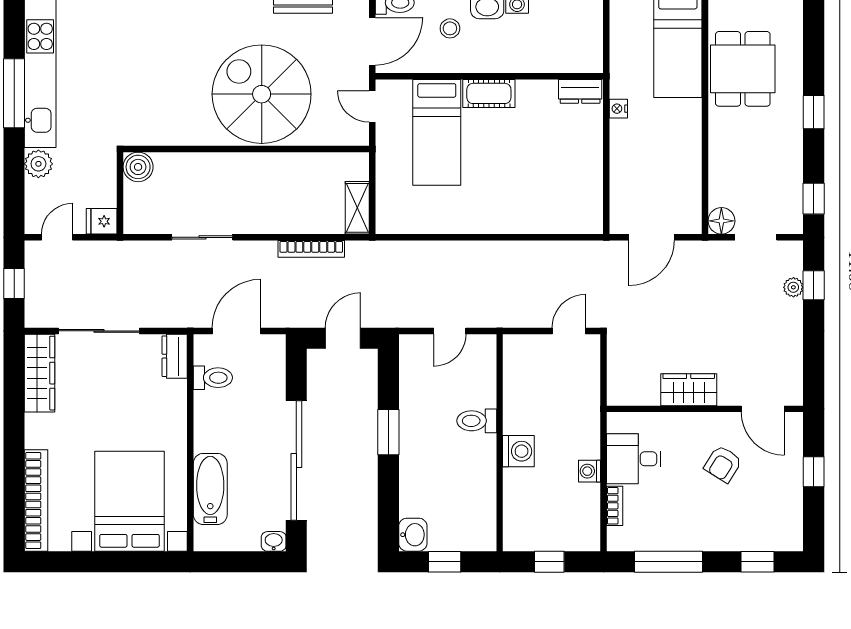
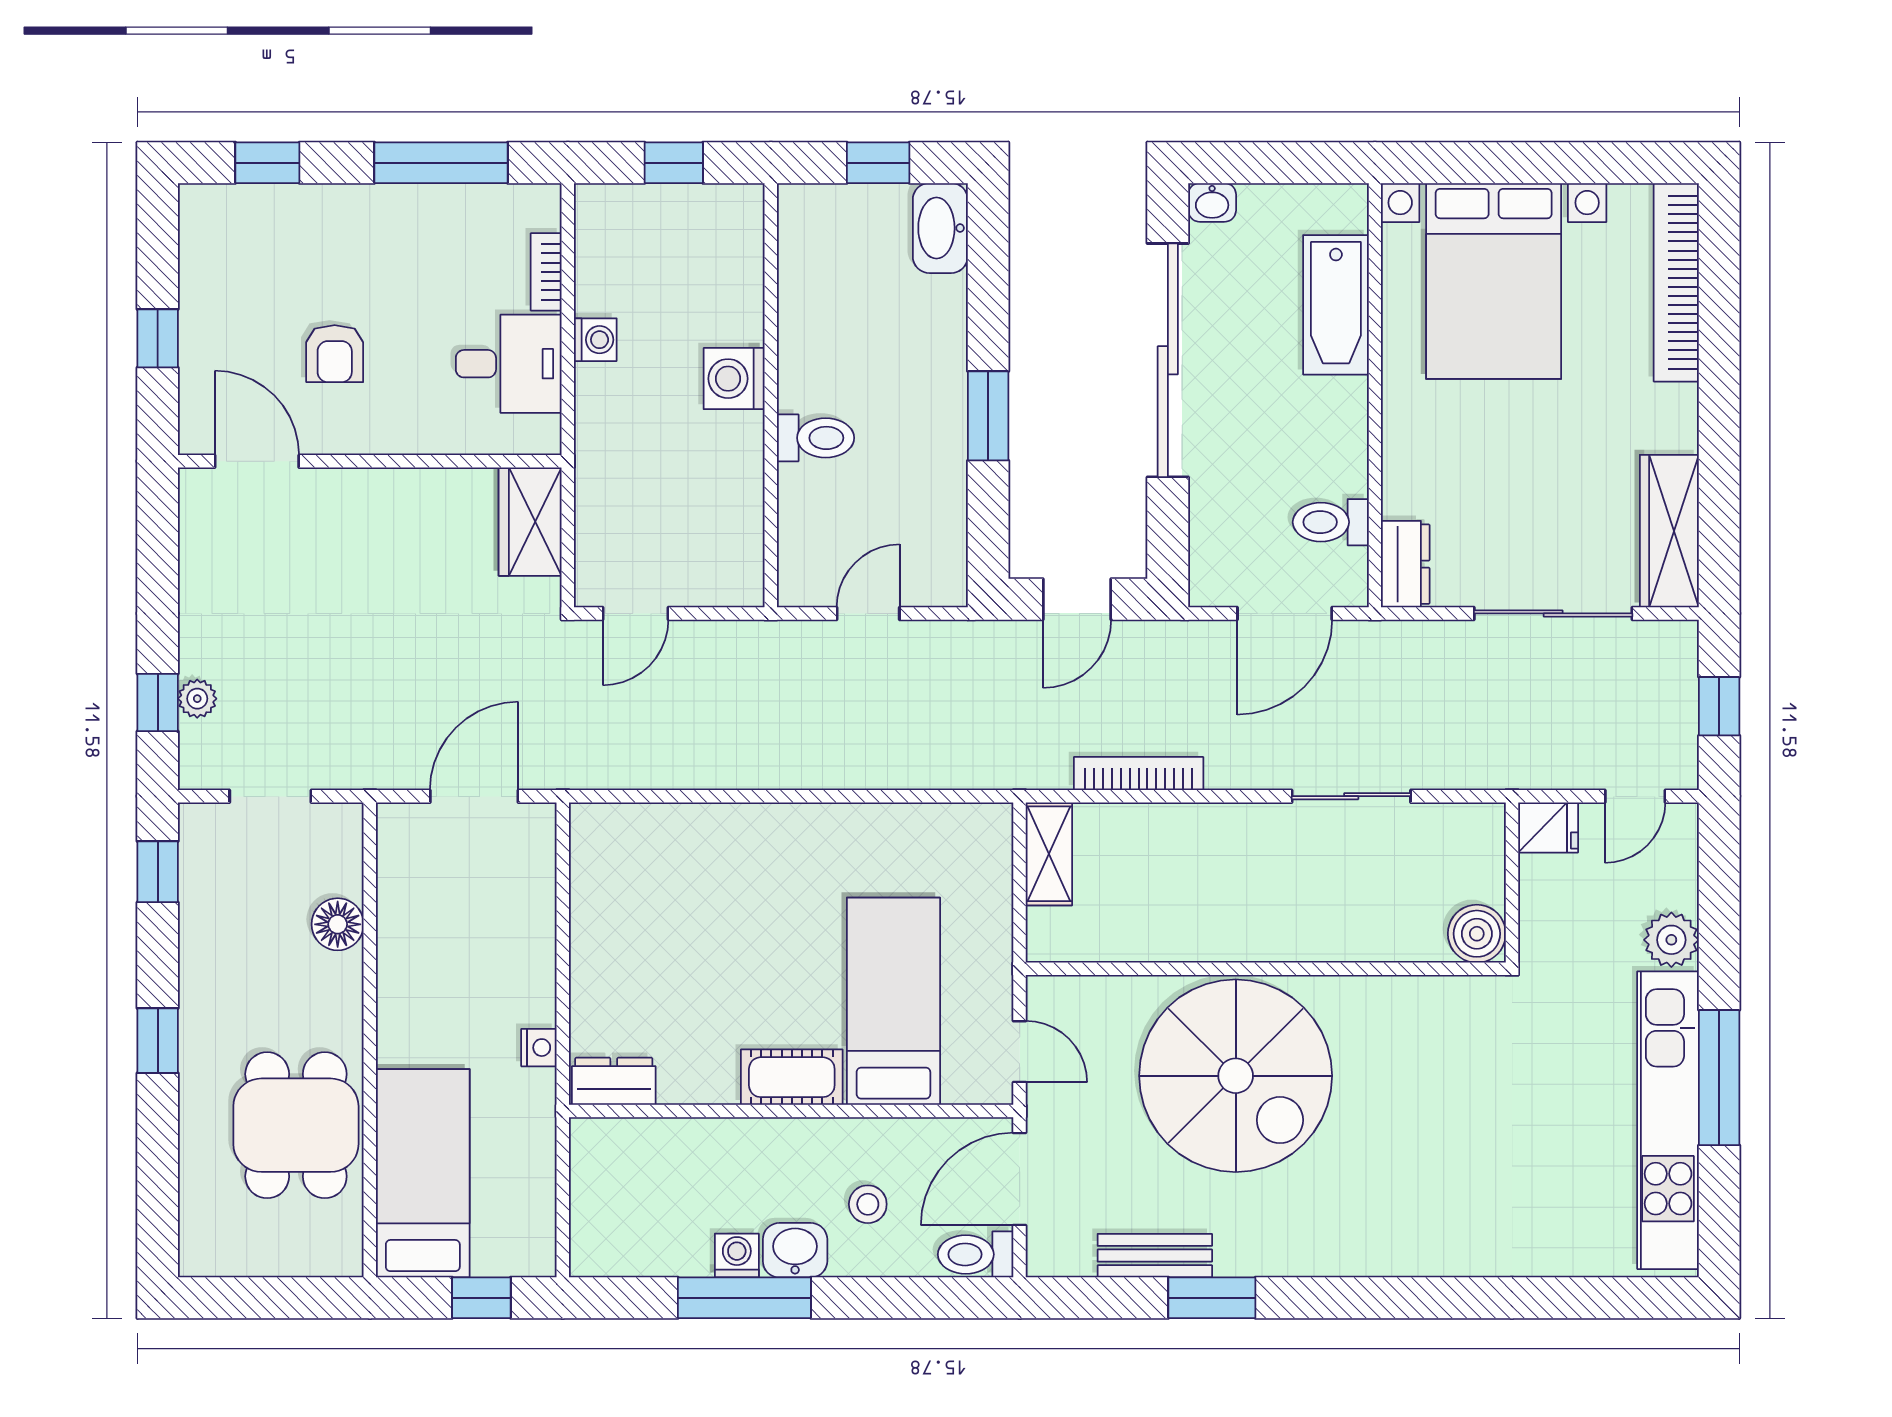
floor lamp: (721, 221) -> (338, 924), moved
wardrobe: (689, 390) -> (530, 522), moved, turned 90
armchair: (723, 464) -> (335, 354), turned 148
washbasin: (413, 535) -> (940, 228), width x1.38

